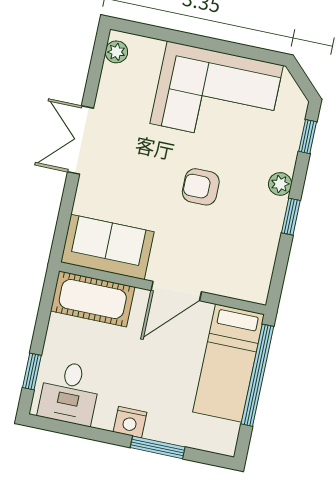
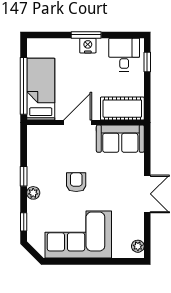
armchair: (201, 187) -> (76, 182), turned -90
window: (158, 447) -> (86, 35), moved

